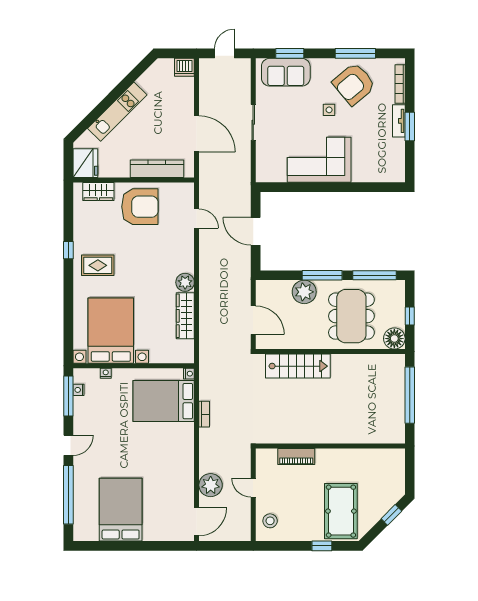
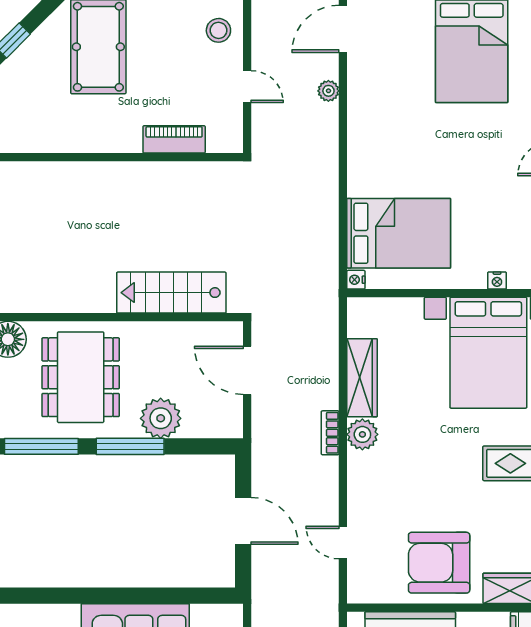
bookcase: (204, 414) -> (330, 433), moved
plant: (211, 485) -> (328, 91), width x0.53, depth x0.53

